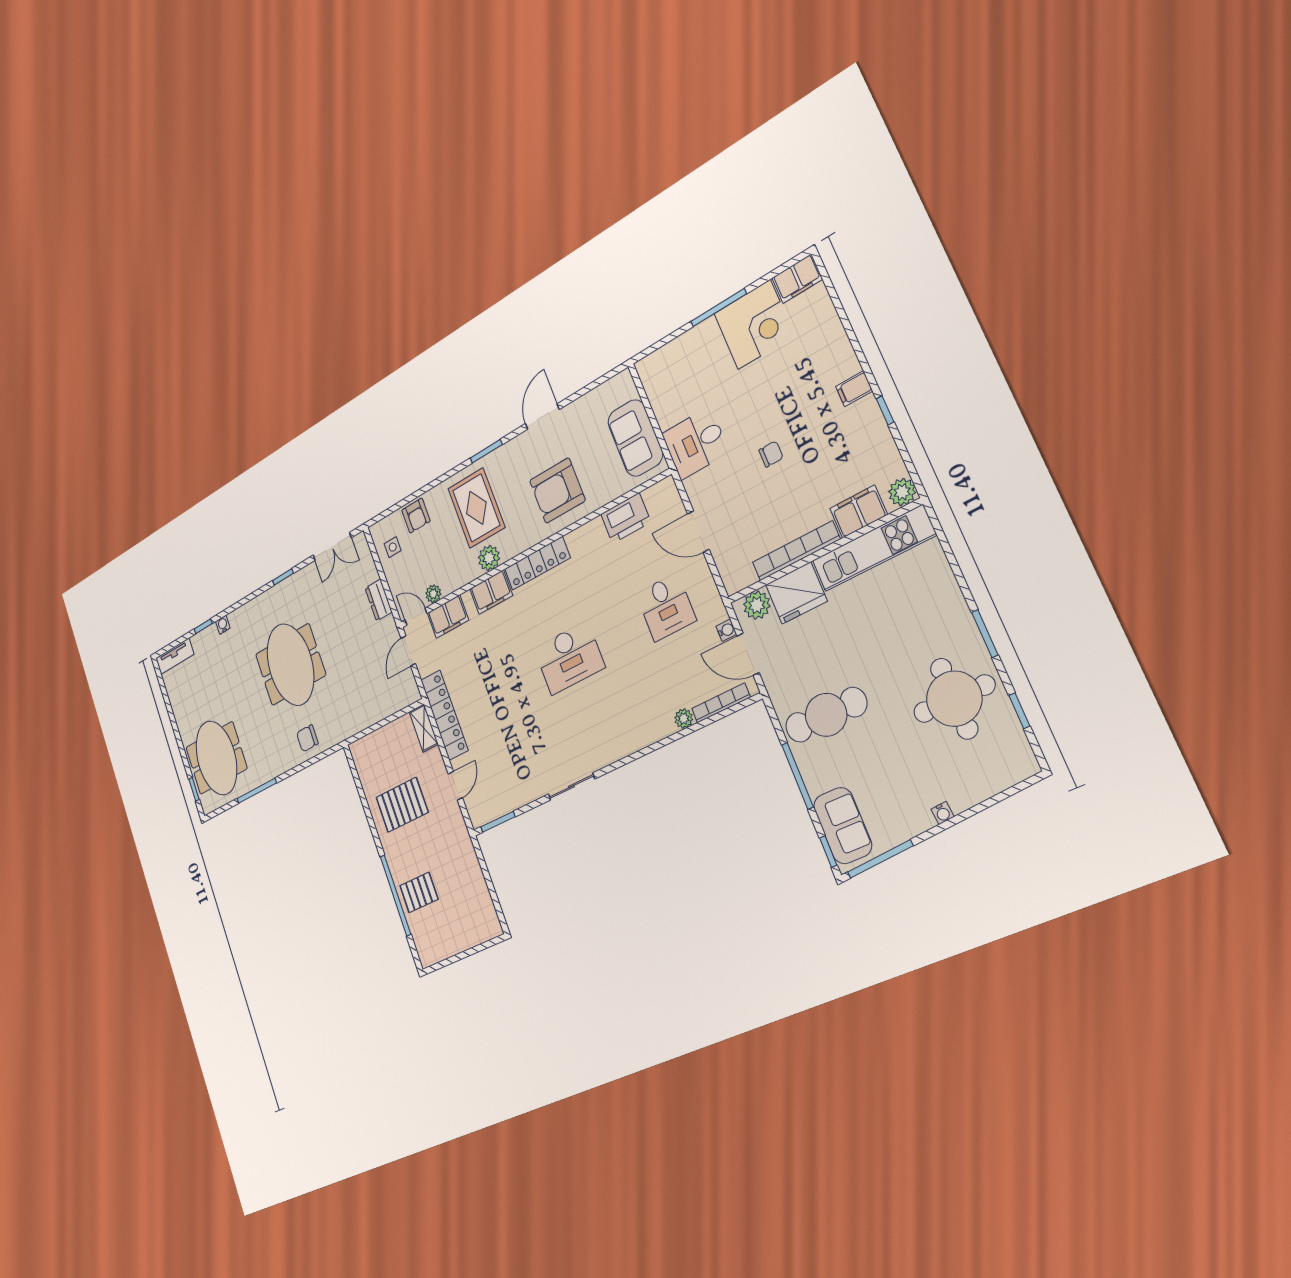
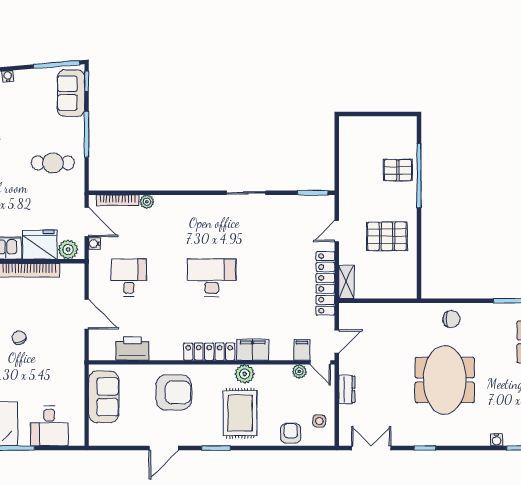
desk: (695, 443) -> (49, 426), moved, turned 90
chair: (771, 454) -> (19, 338), turned 70
filing cabinet: (448, 617) -> (302, 350), width x0.50
cafe table: (826, 715) -> (53, 163), width x0.73, depth x0.74

